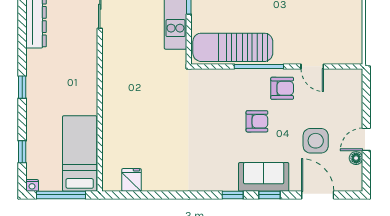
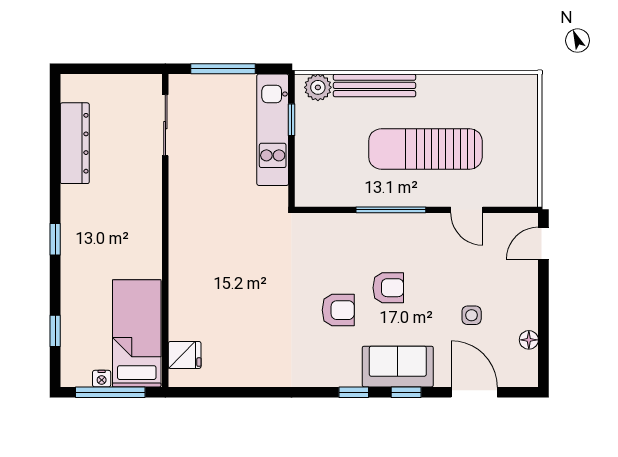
sun lounger: (233, 47) -> (425, 149), moved
armchair: (282, 88) -> (338, 310), moved
door: (366, 139) -> (543, 243), moved
side table: (316, 141) -> (472, 315), width x0.54, depth x0.54
fridge: (132, 180) -> (185, 355), moved, turned 90
nightstand: (32, 185) -> (102, 379), moved

